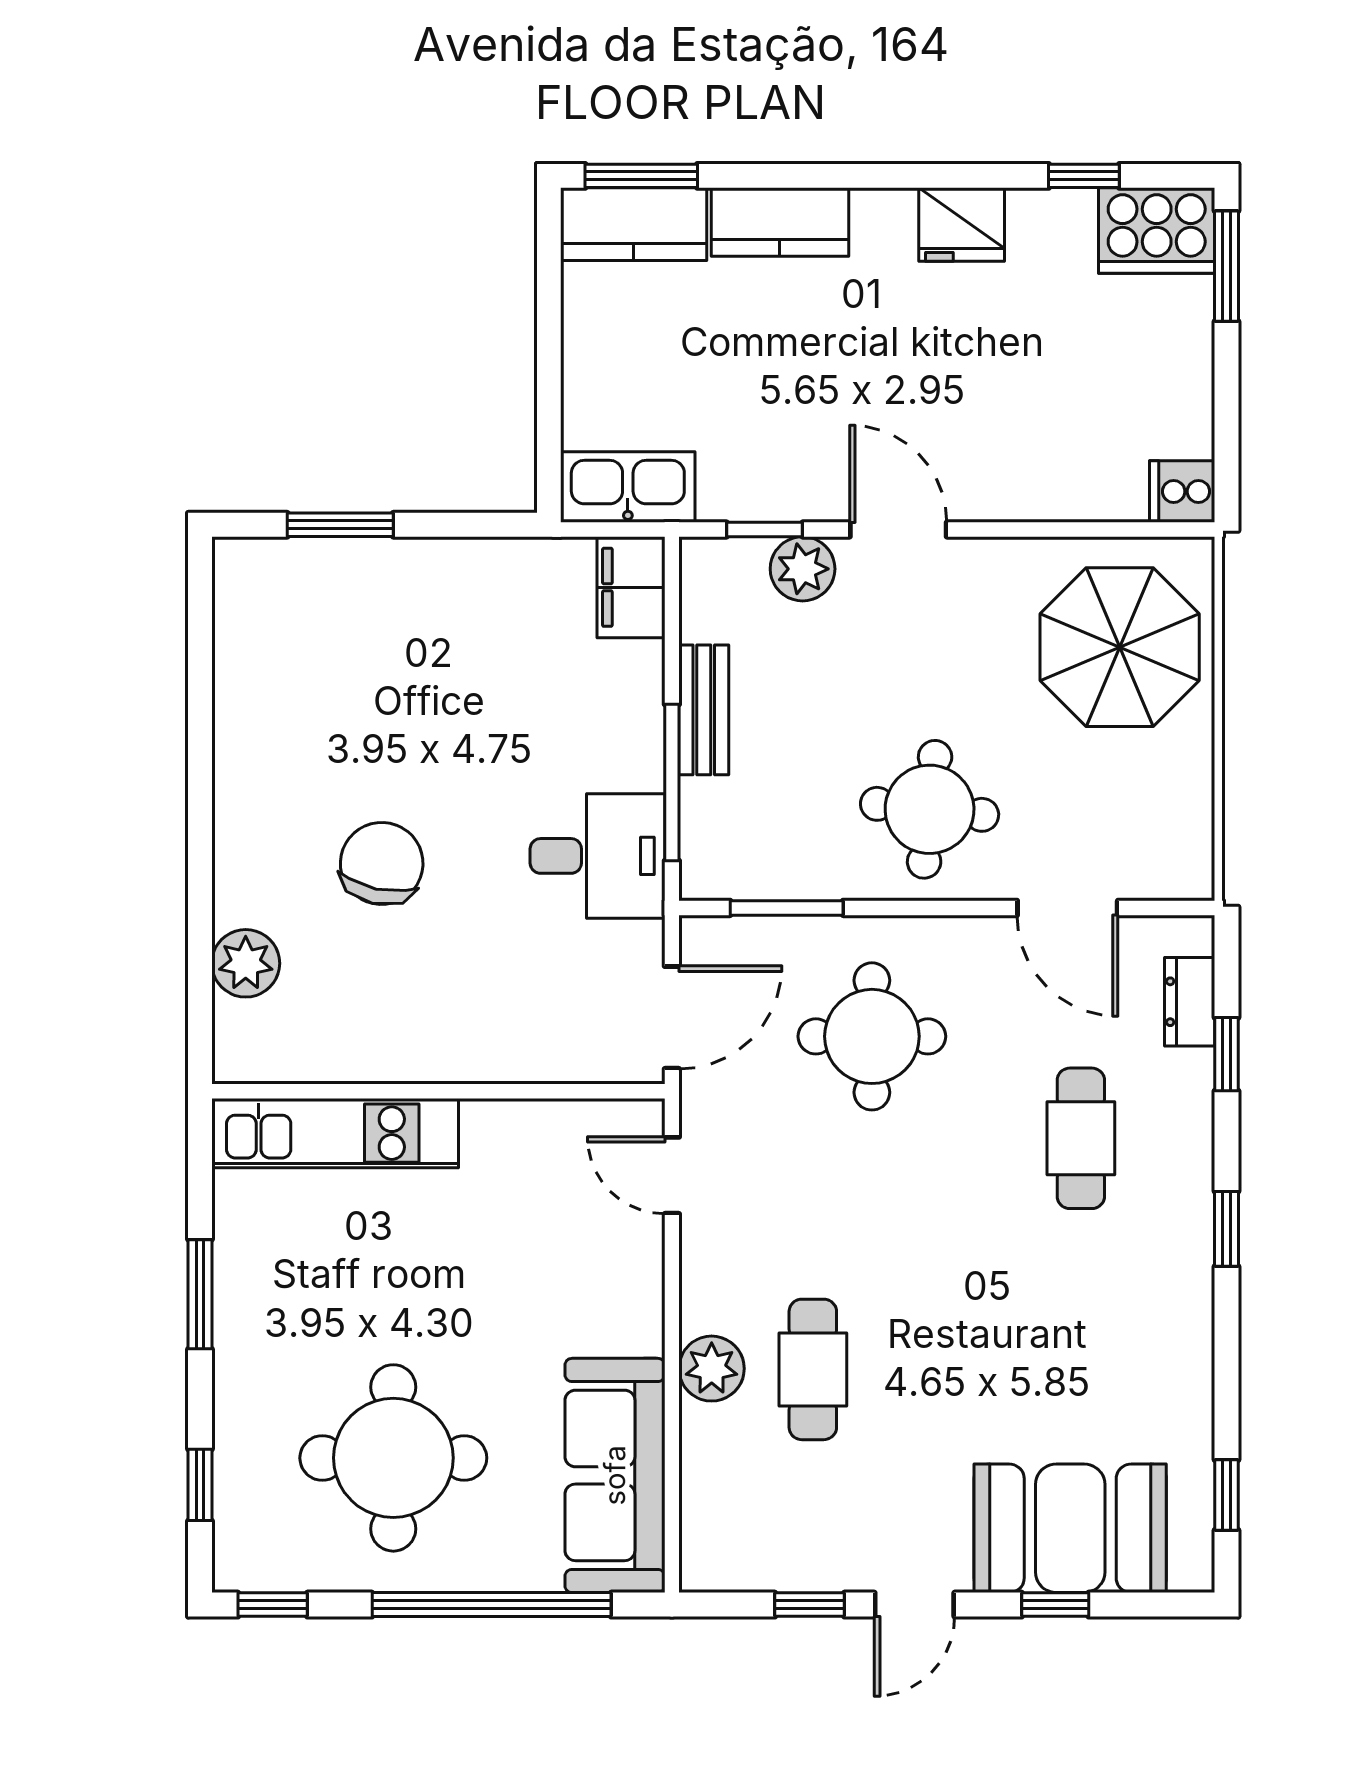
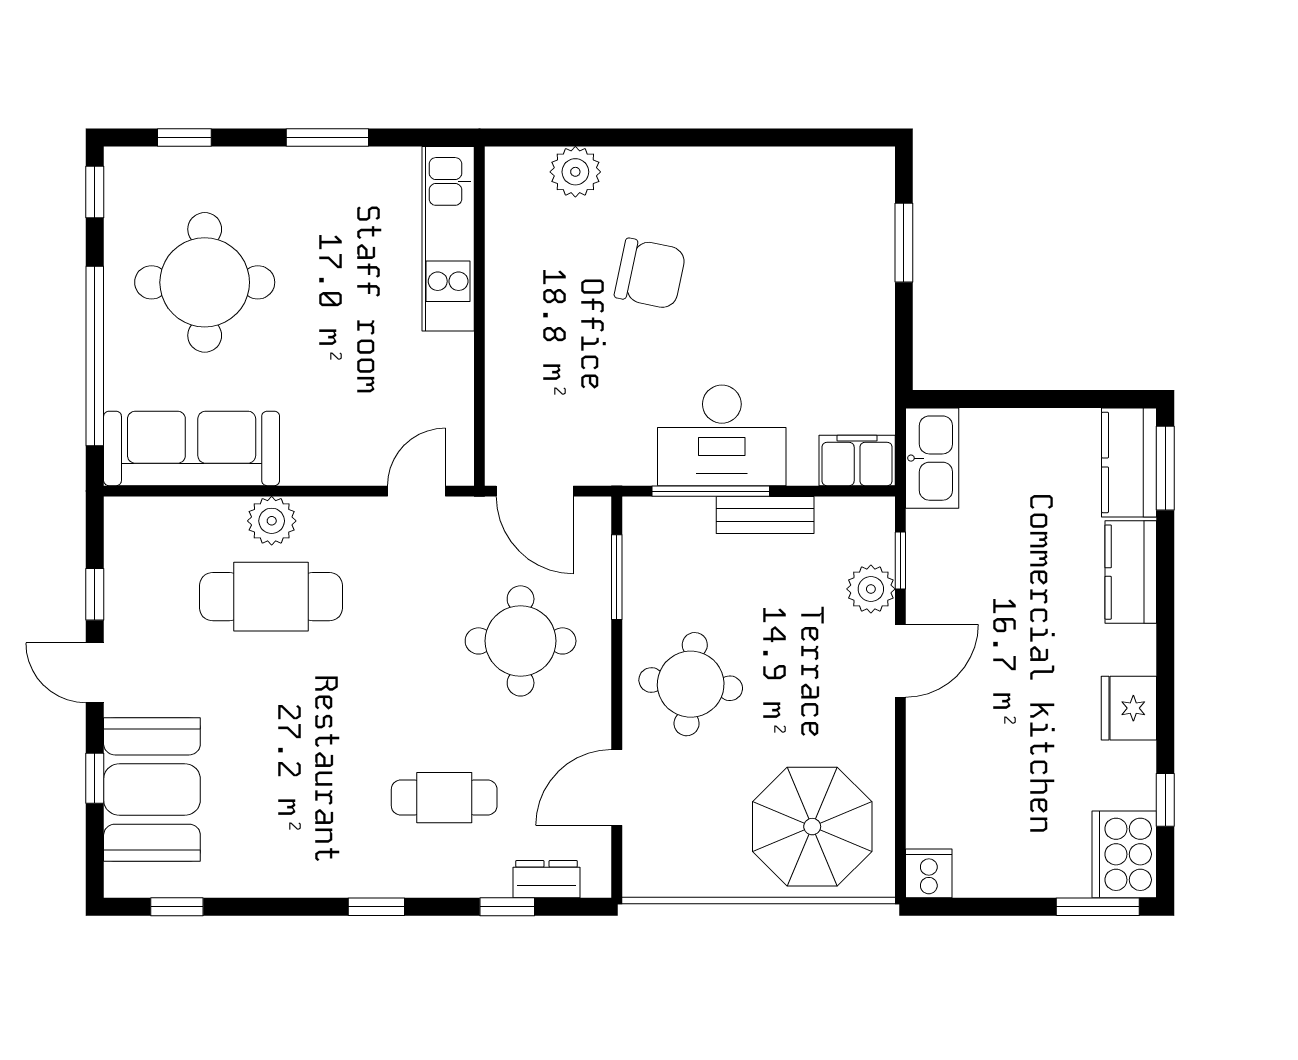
desk: (598, 856) -> (722, 435), moved, width x1.37
cafe table: (813, 1369) -> (271, 597), width x1.37, depth x1.35

